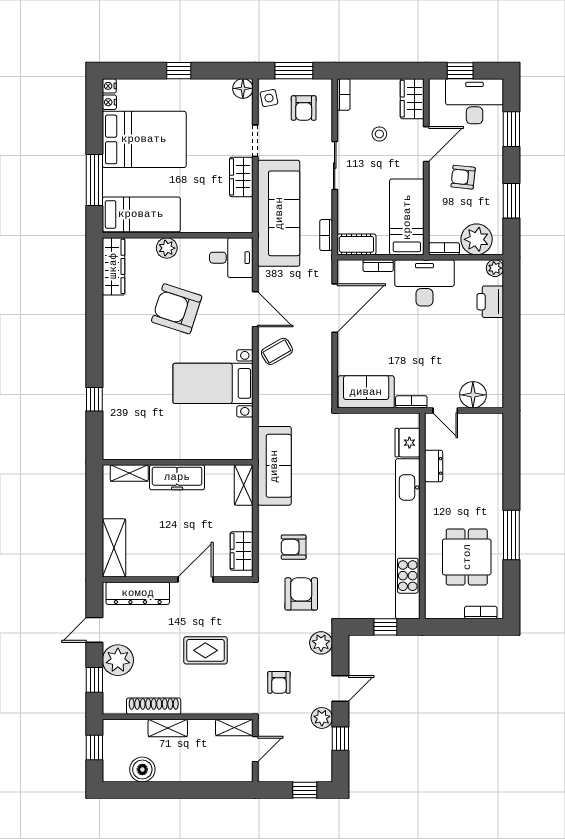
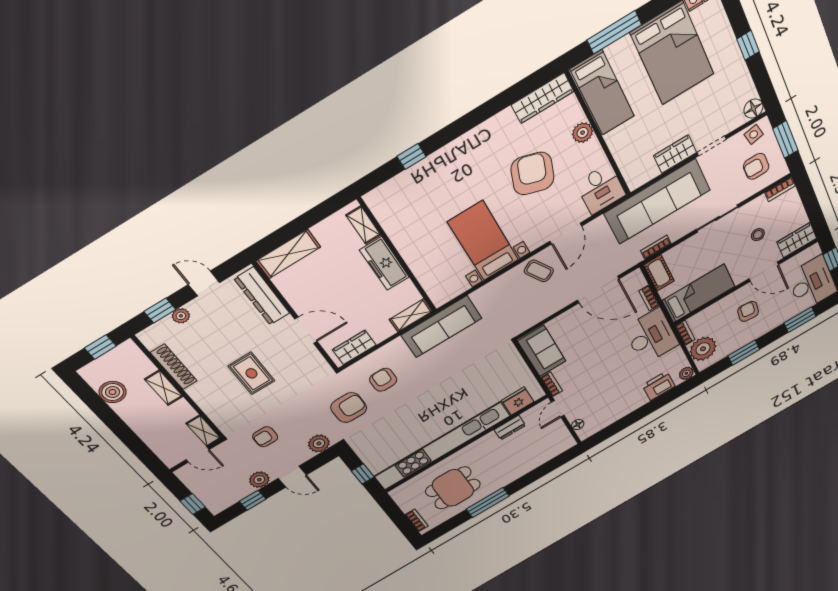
floor lamp: (473, 395) -> (578, 425), width x0.53, depth x0.53
plant: (118, 660) -> (181, 316), width x0.53, depth x0.53

